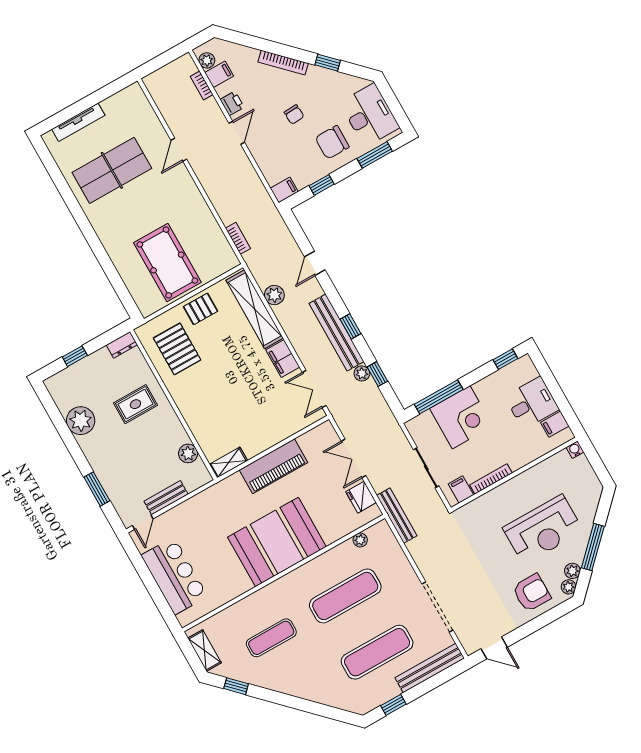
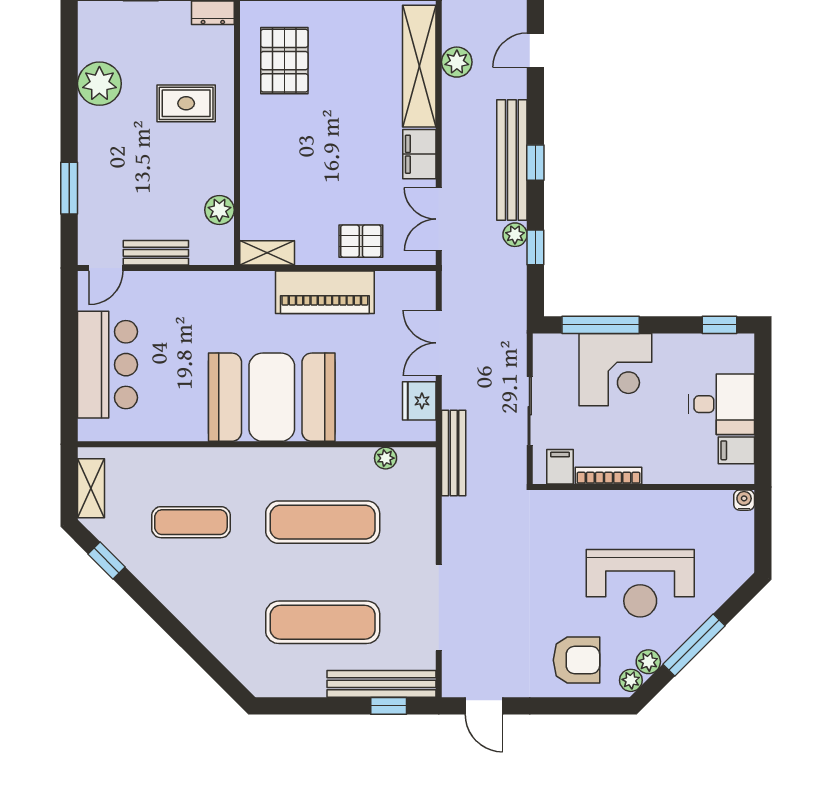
pallet: (200, 309) -> (361, 241), moved
window: (393, 705) -> (389, 706), moved

